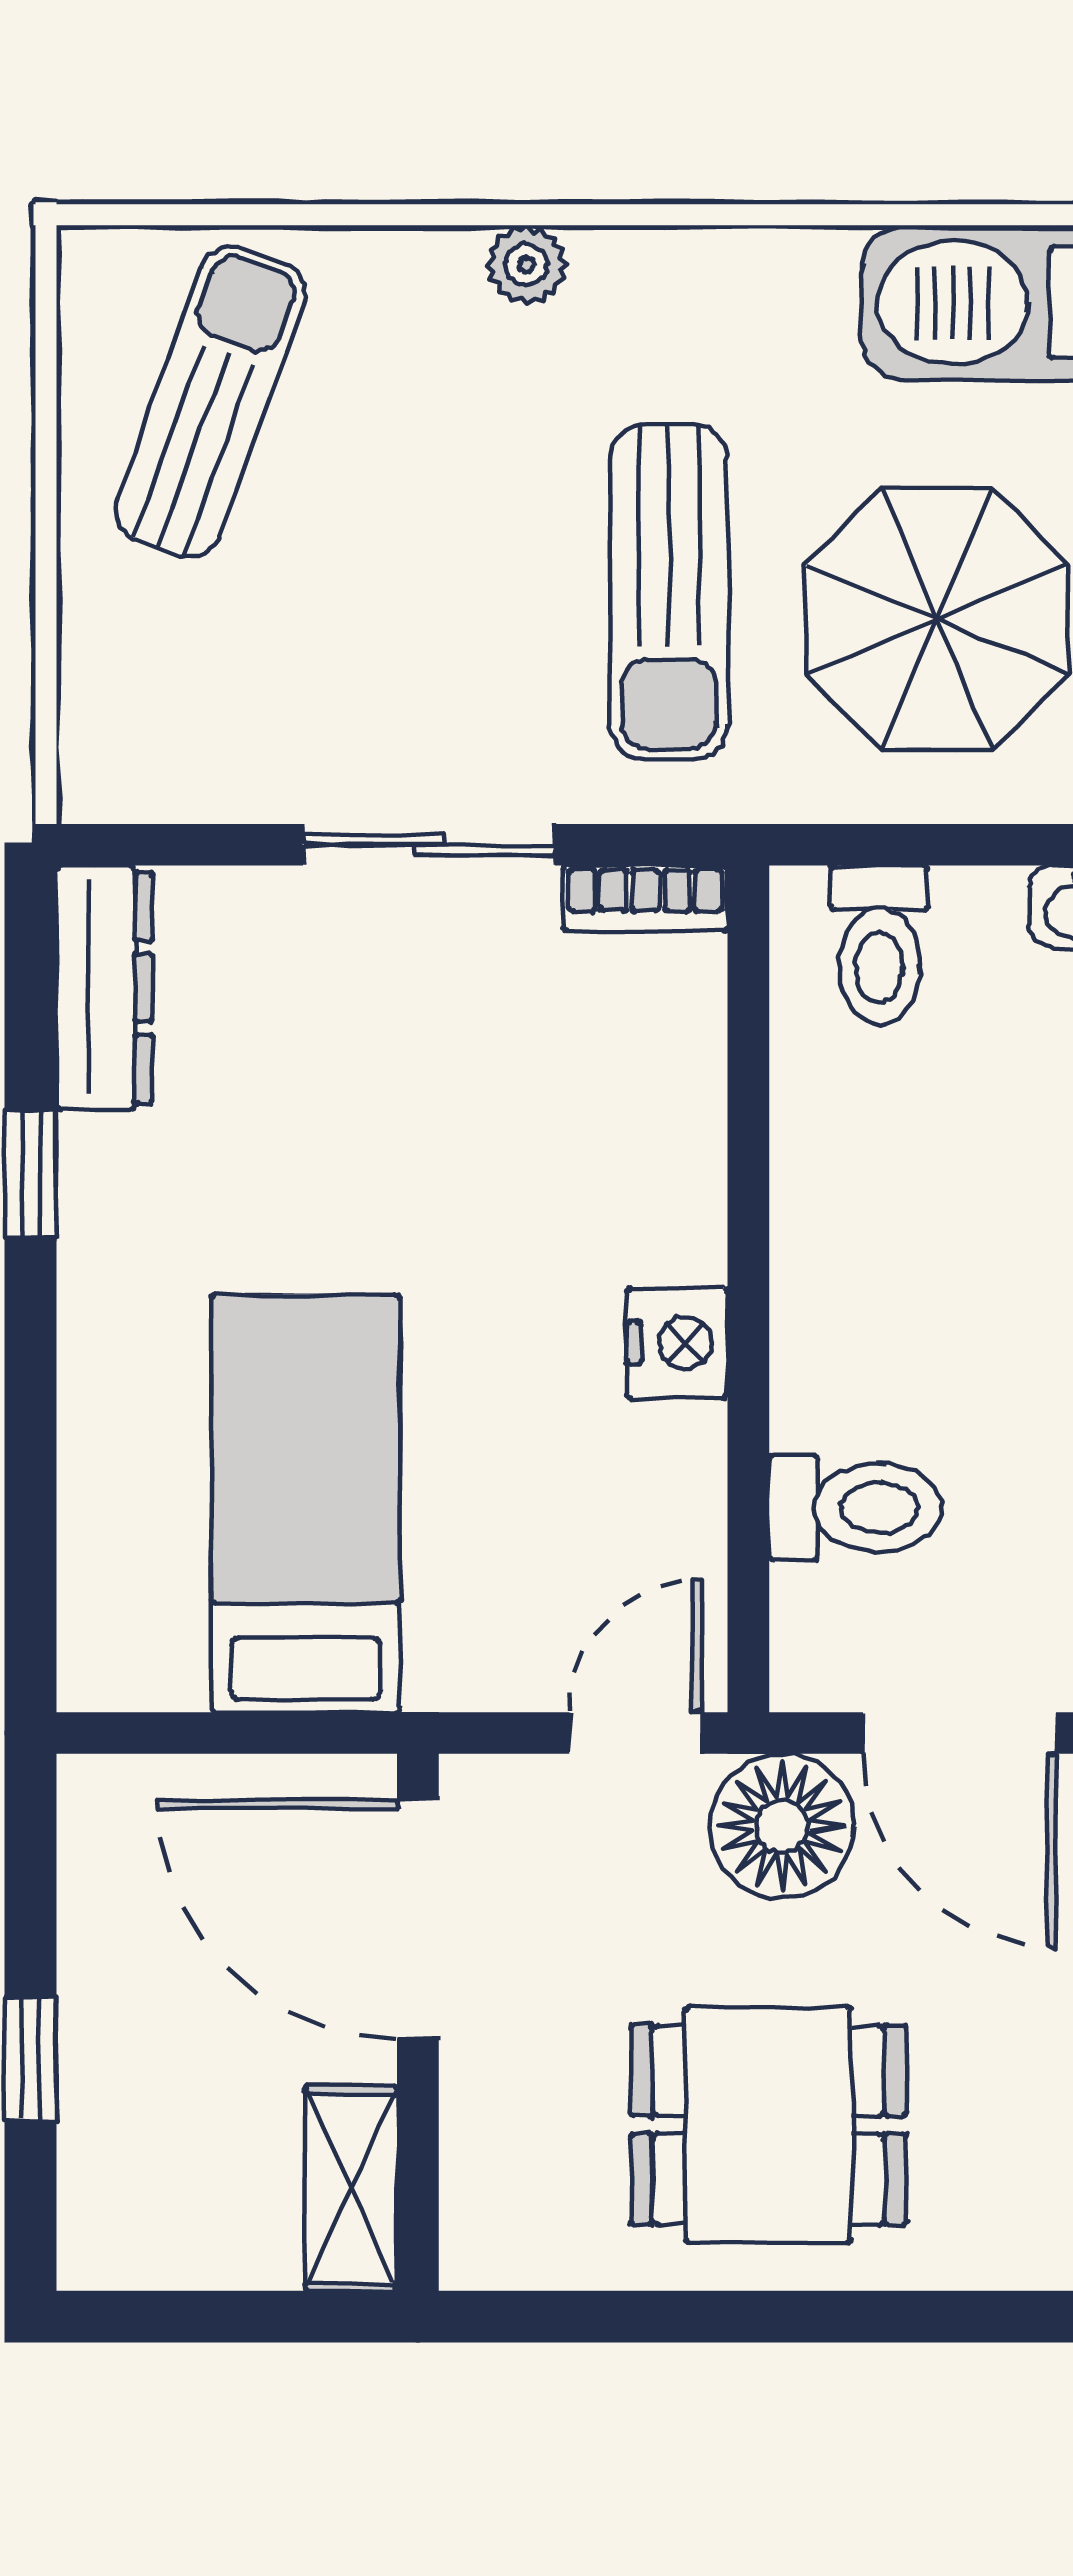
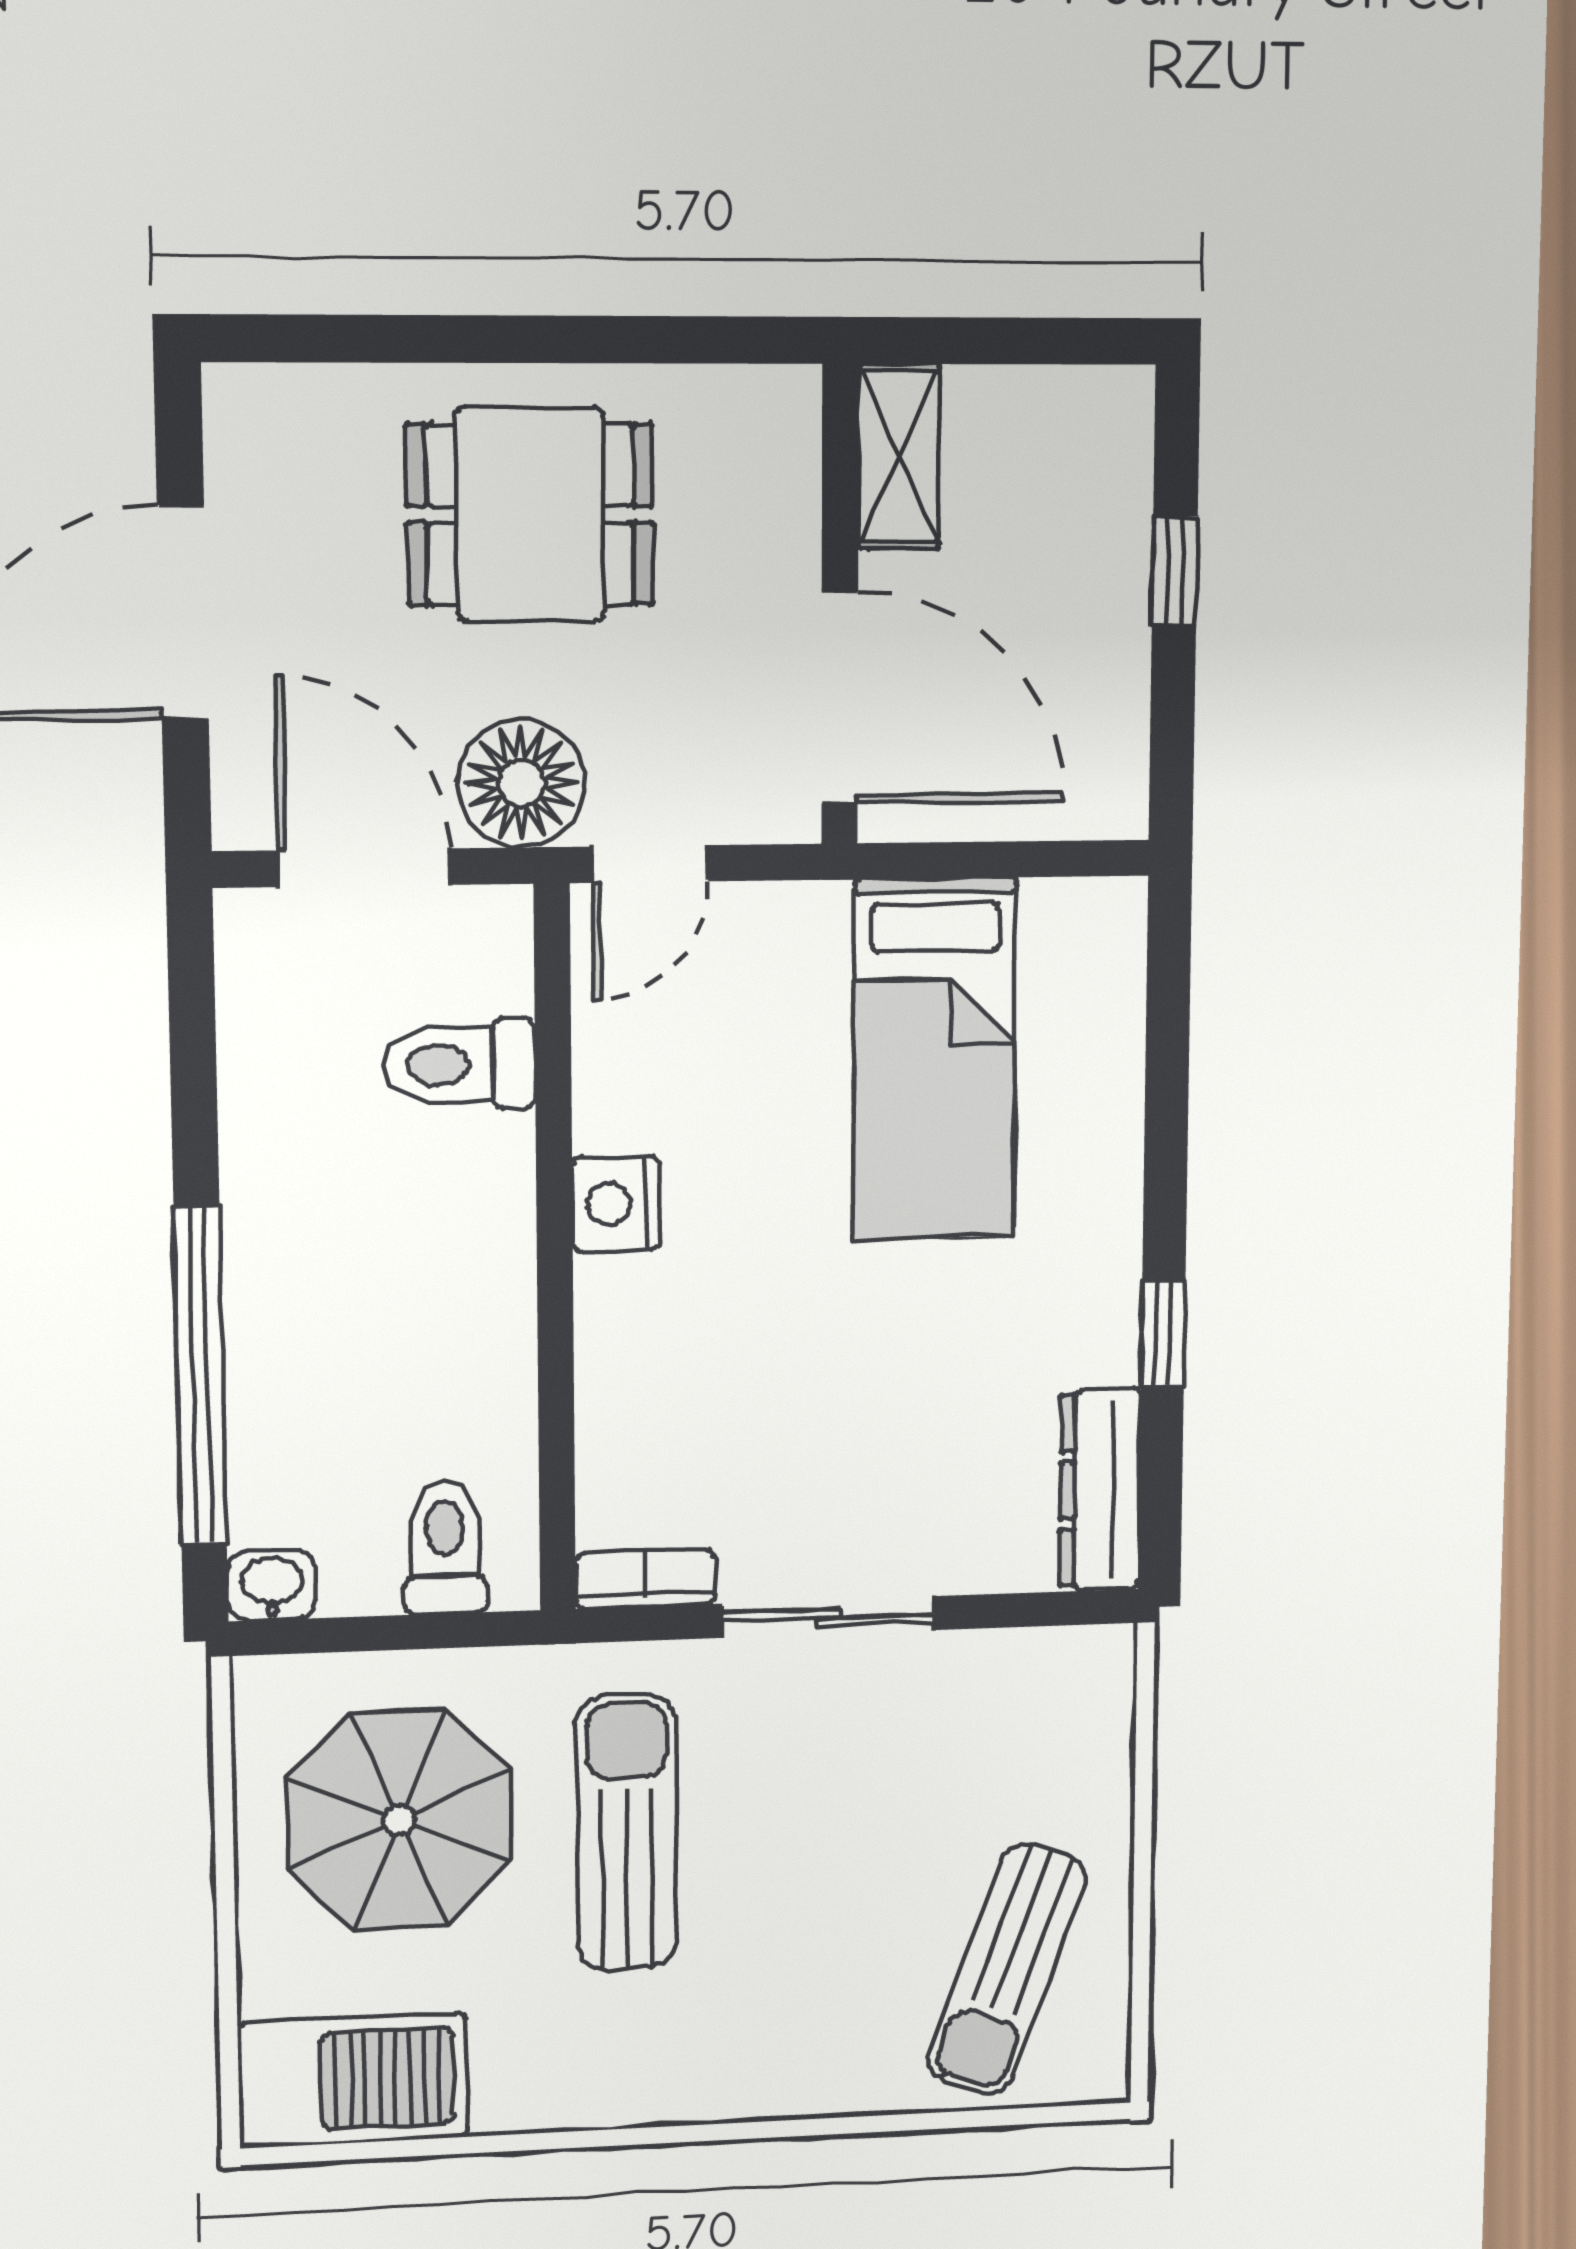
plant: (527, 265) -> (746, 2091), removed

